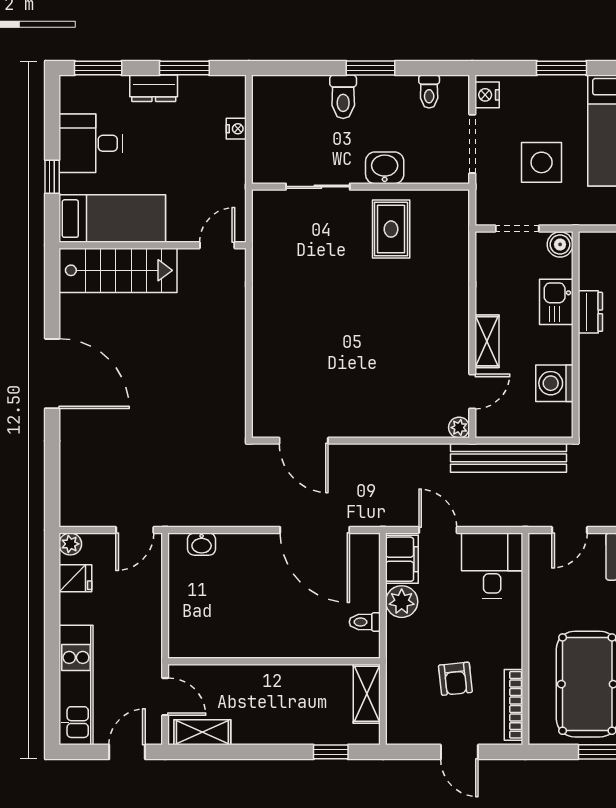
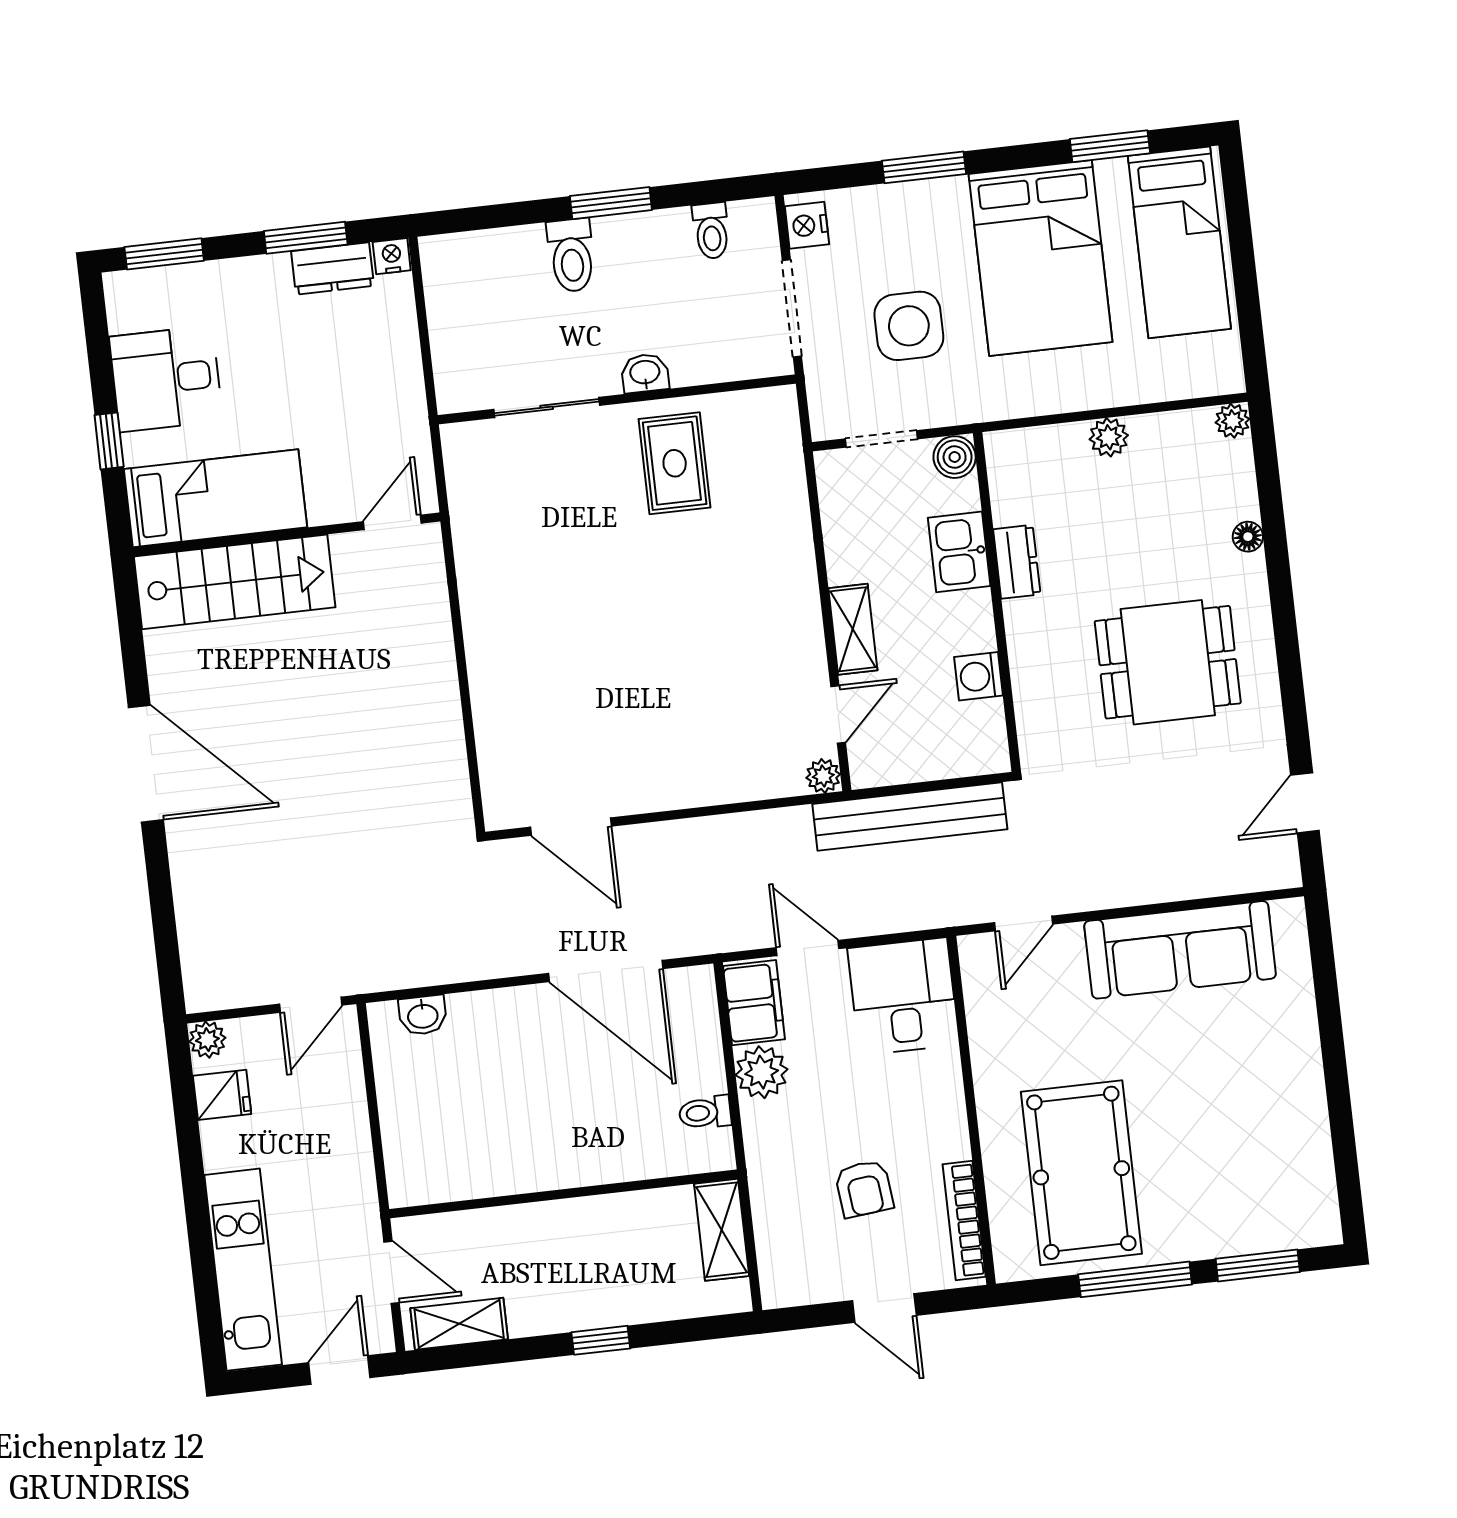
dresser: (154, 88) -> (333, 269), moved
nightstand: (236, 129) -> (392, 256), moved, turned -90
washbasin: (385, 168) -> (645, 373), width x0.72, depth x0.69
washing machine: (554, 383) -> (979, 676), width x0.73, depth x0.73
window: (331, 752) -> (601, 1340), moved

